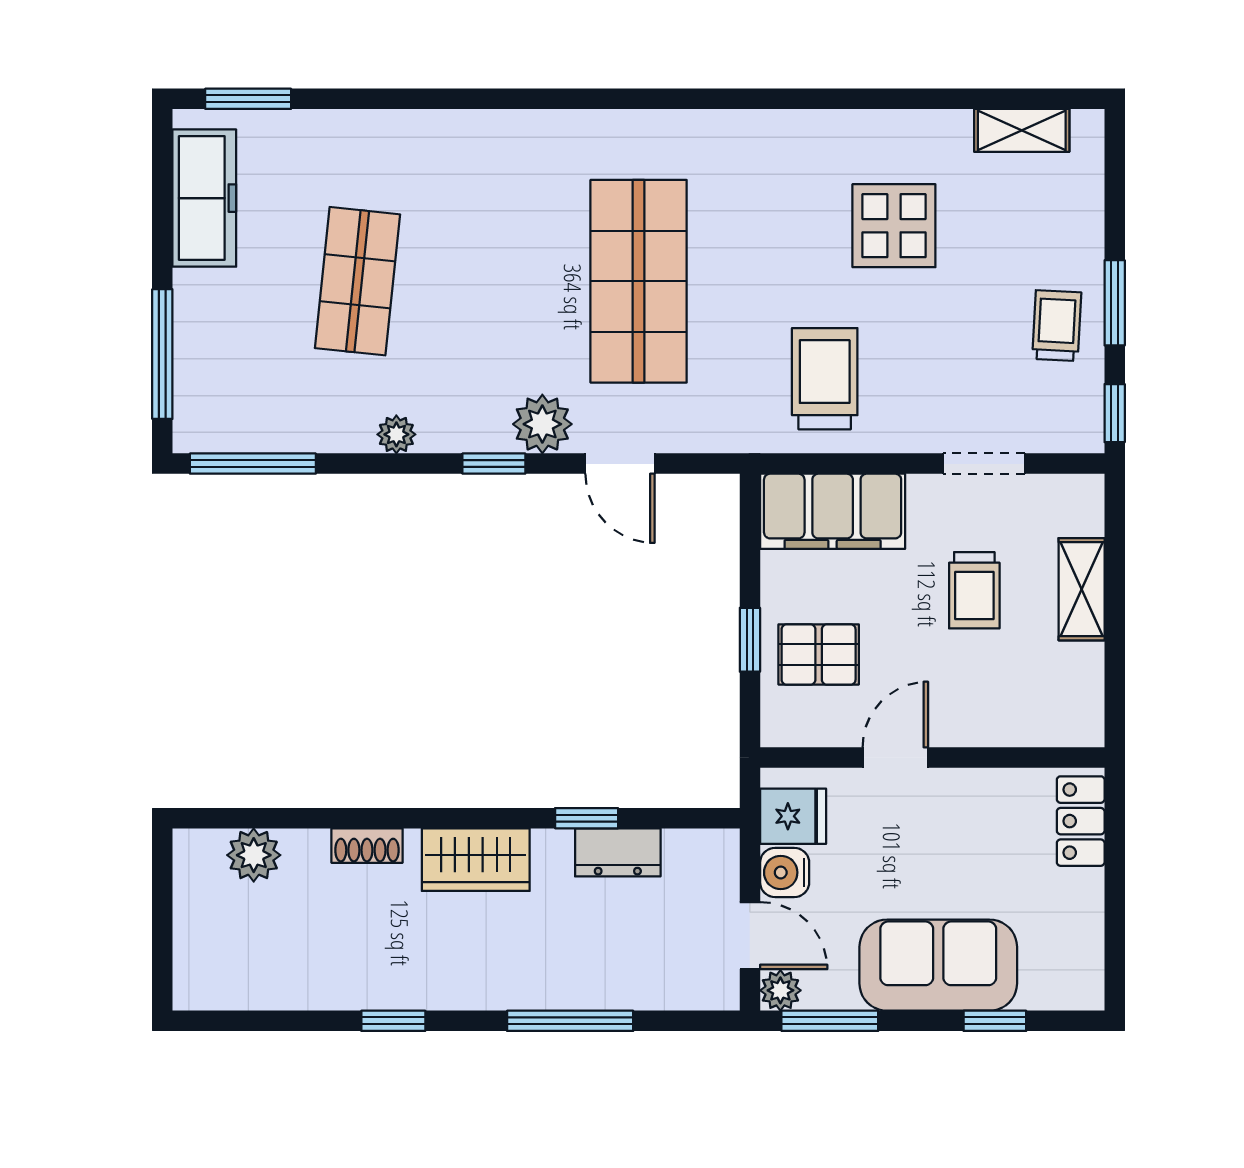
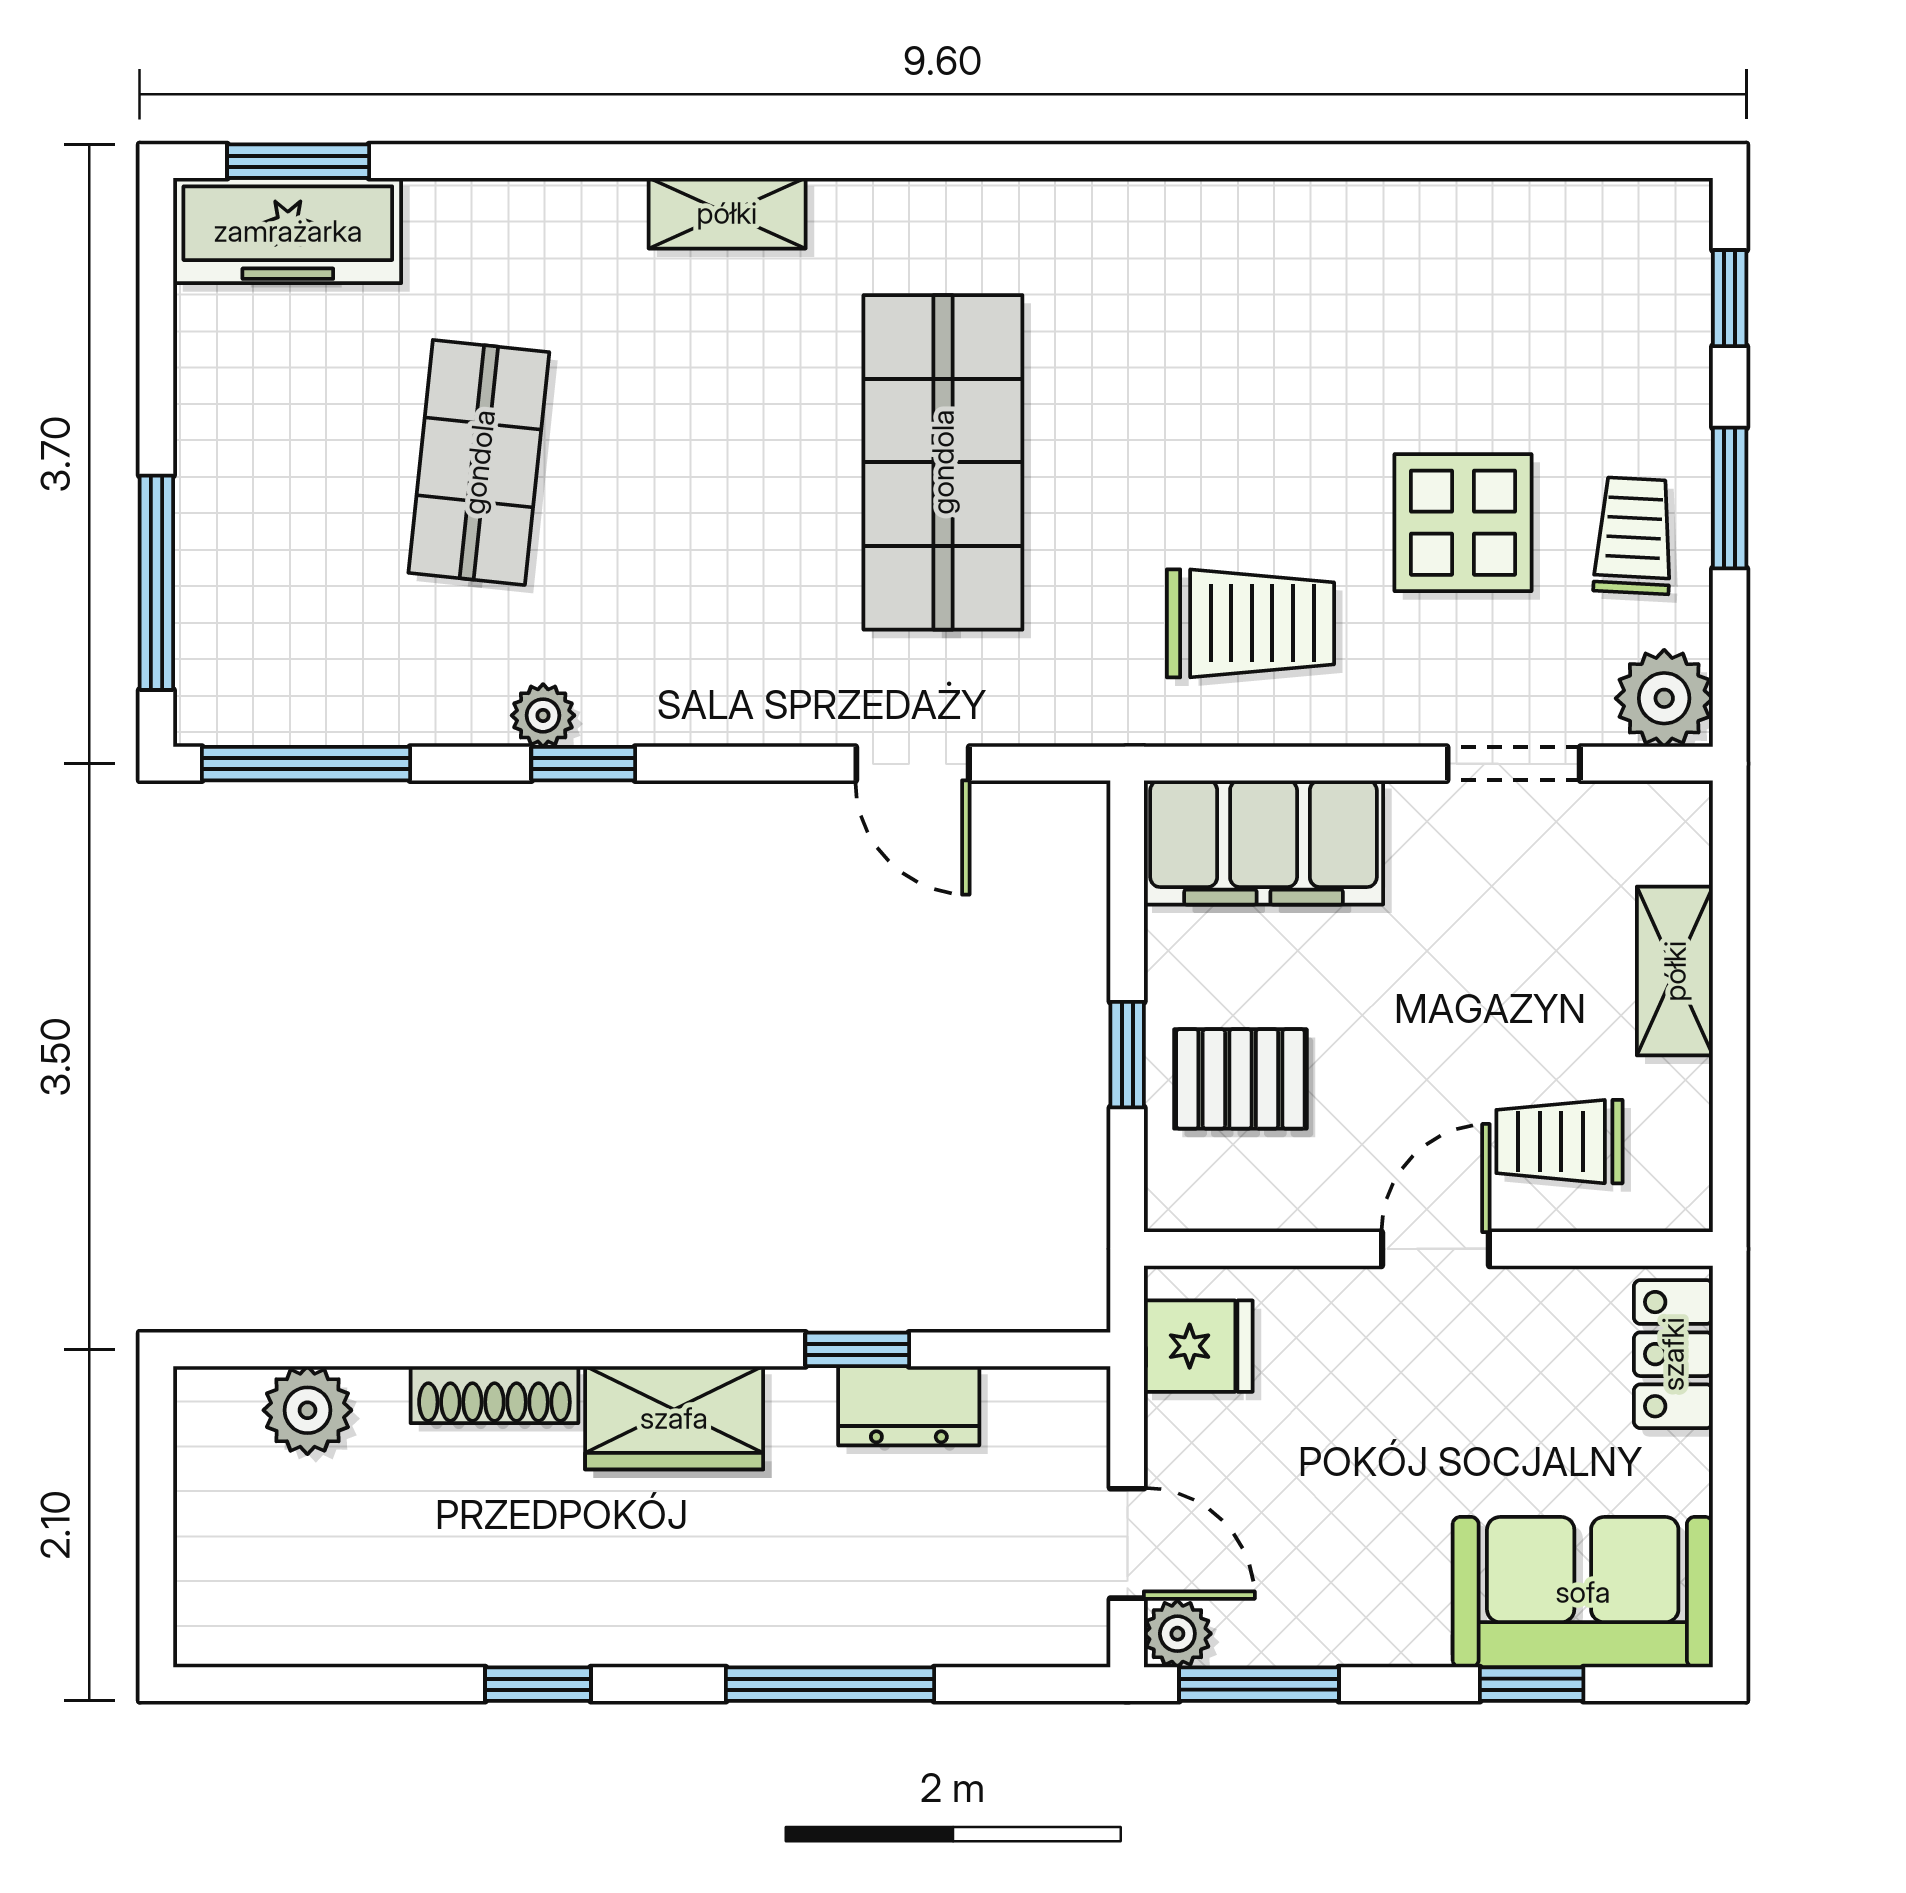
shelving: (1022, 130) -> (727, 213), moved
freezer: (204, 198) -> (288, 231), moved, turned 90
display table: (894, 226) -> (1463, 523), moved
trolley: (825, 379) -> (1250, 623), turned 90
window: (1115, 413) -> (1730, 298), moved
plant: (542, 424) -> (1664, 698), moved
window: (494, 464) -> (583, 764), moved
trolley: (974, 590) -> (1559, 1142), moved, turned 90
door: (895, 757) -> (1436, 1249), moved
shoe rack: (367, 846) -> (494, 1395), width x1.43
water cooler: (785, 872) -> (1184, 1439), removed
sofa: (938, 965) -> (1583, 1592), moved

